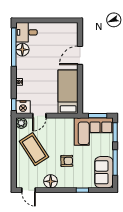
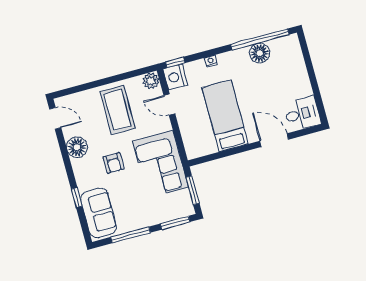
desk: (26, 32) -> (302, 114), moved, turned 90
bed: (68, 92) -> (225, 116), moved, turned -90
corner sofa: (94, 131) -> (160, 164), moved
coffee table: (34, 149) -> (118, 110), turned -57
sofa: (104, 172) -> (99, 213), moved, turned 90
door: (29, 190) -> (55, 118), swing flipped

